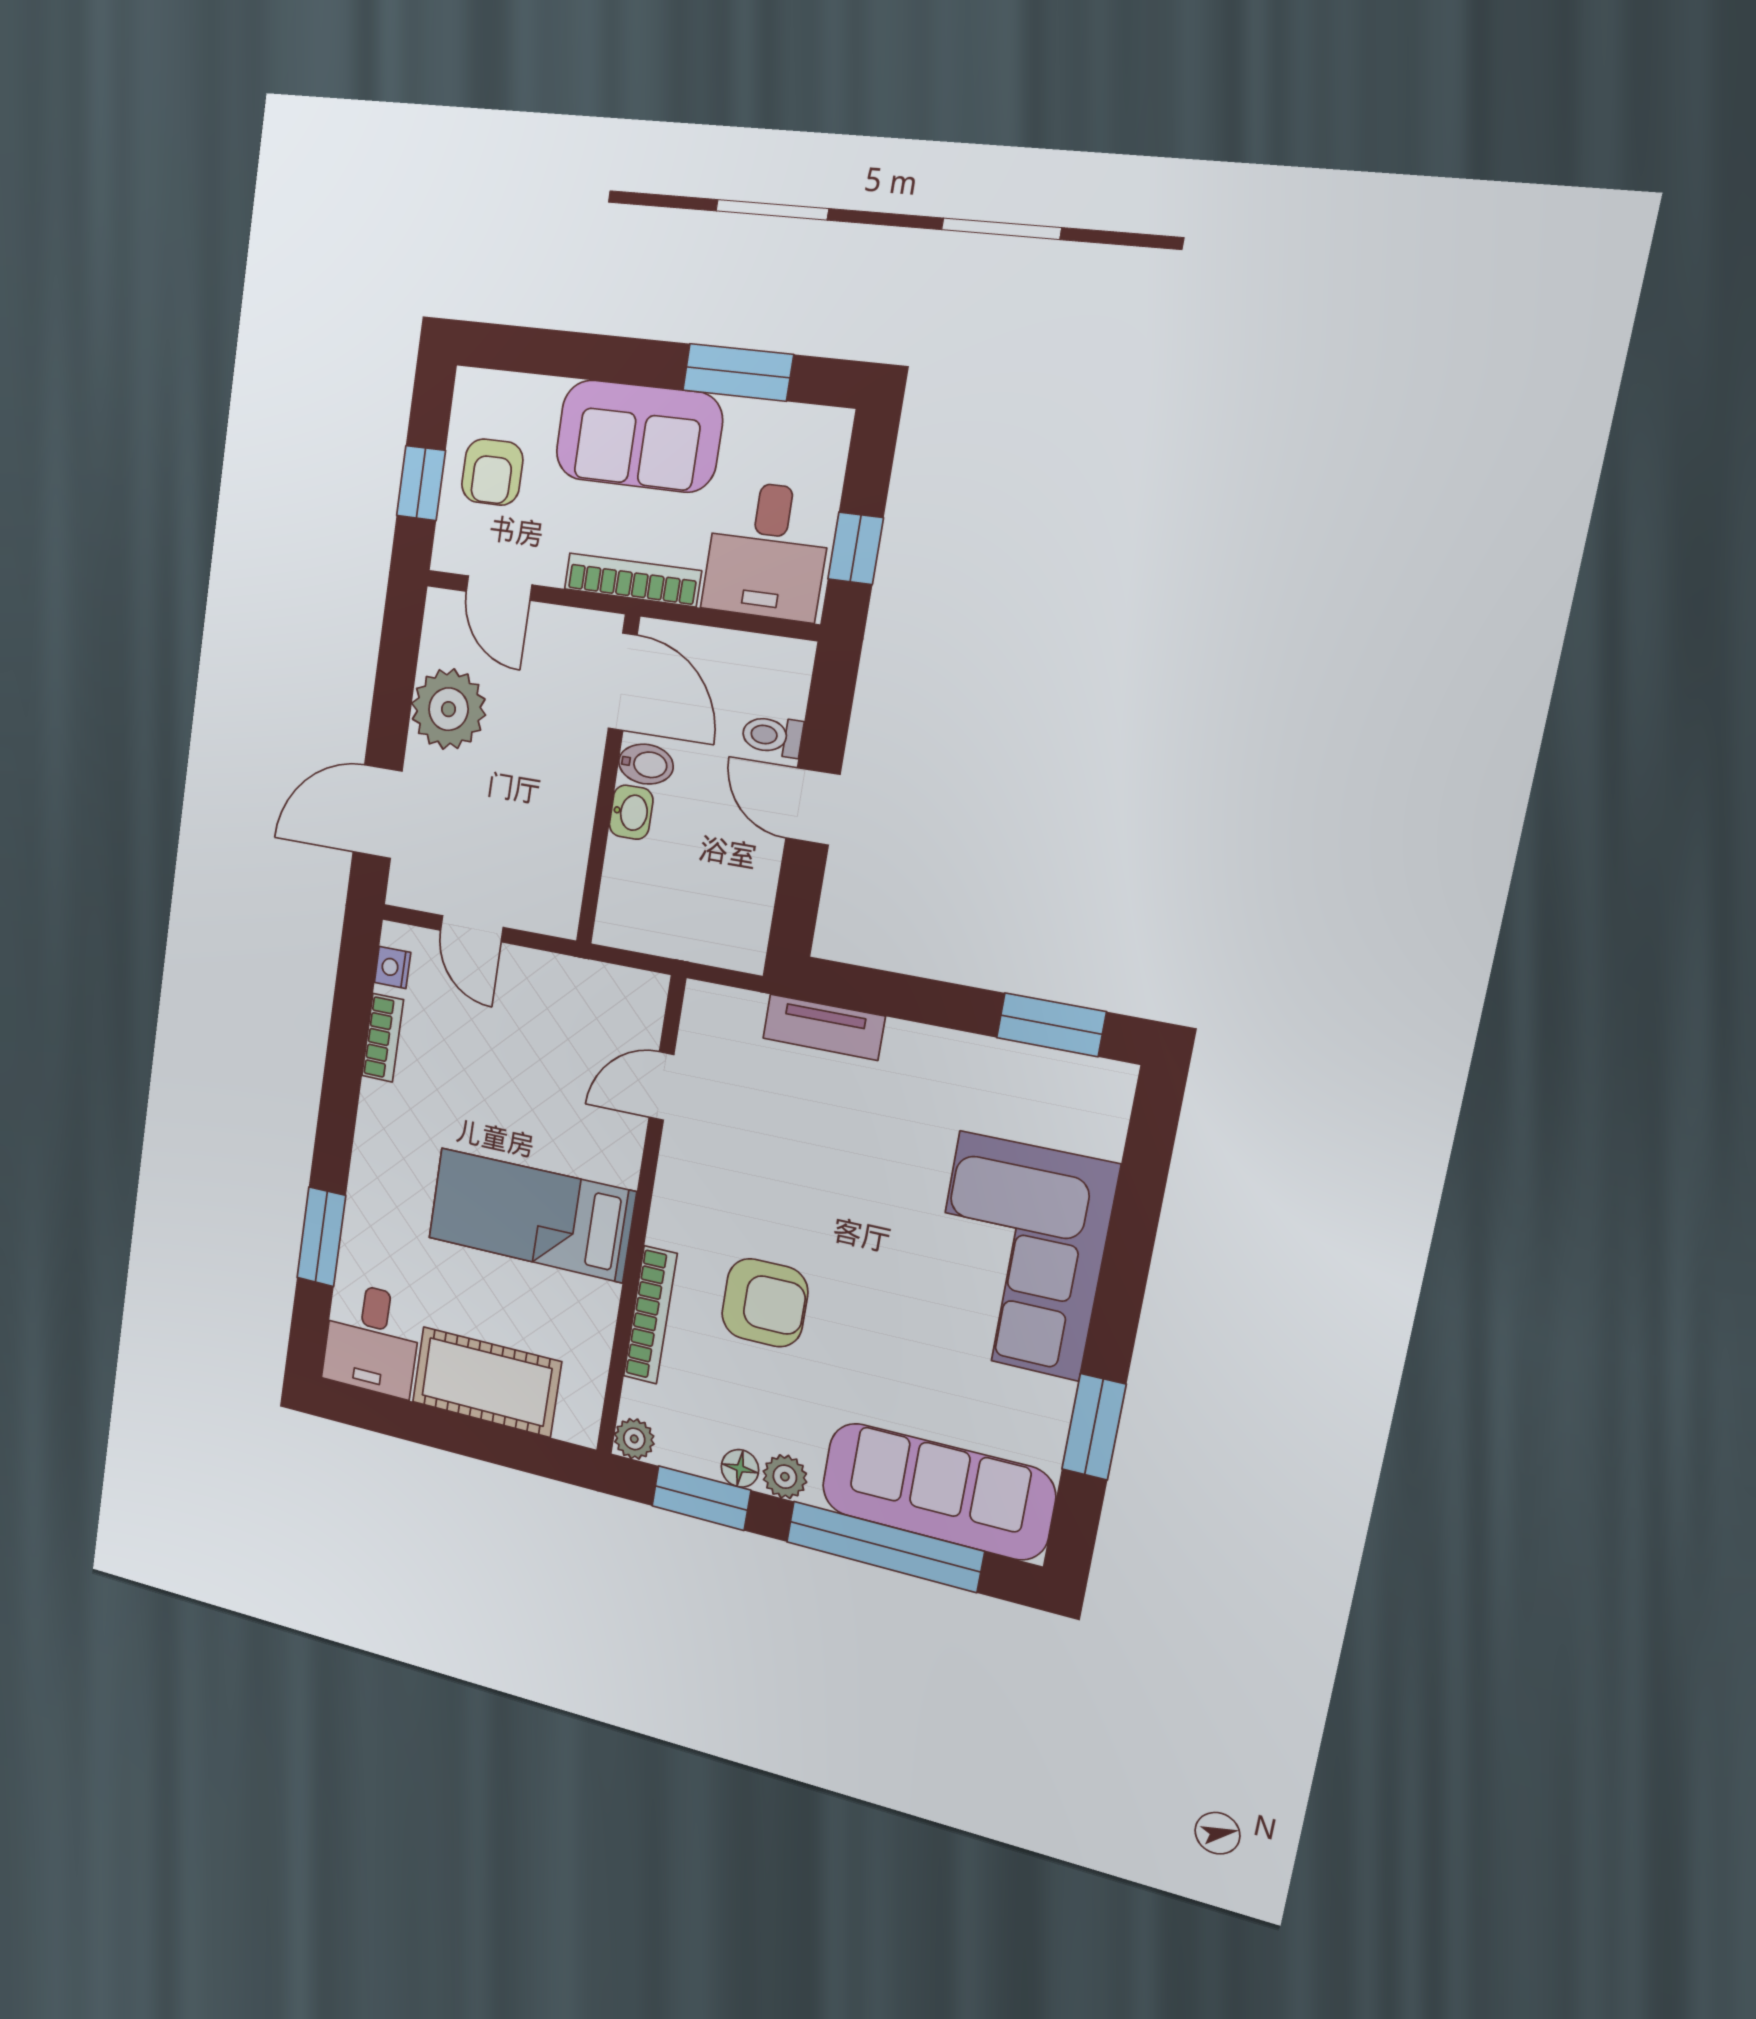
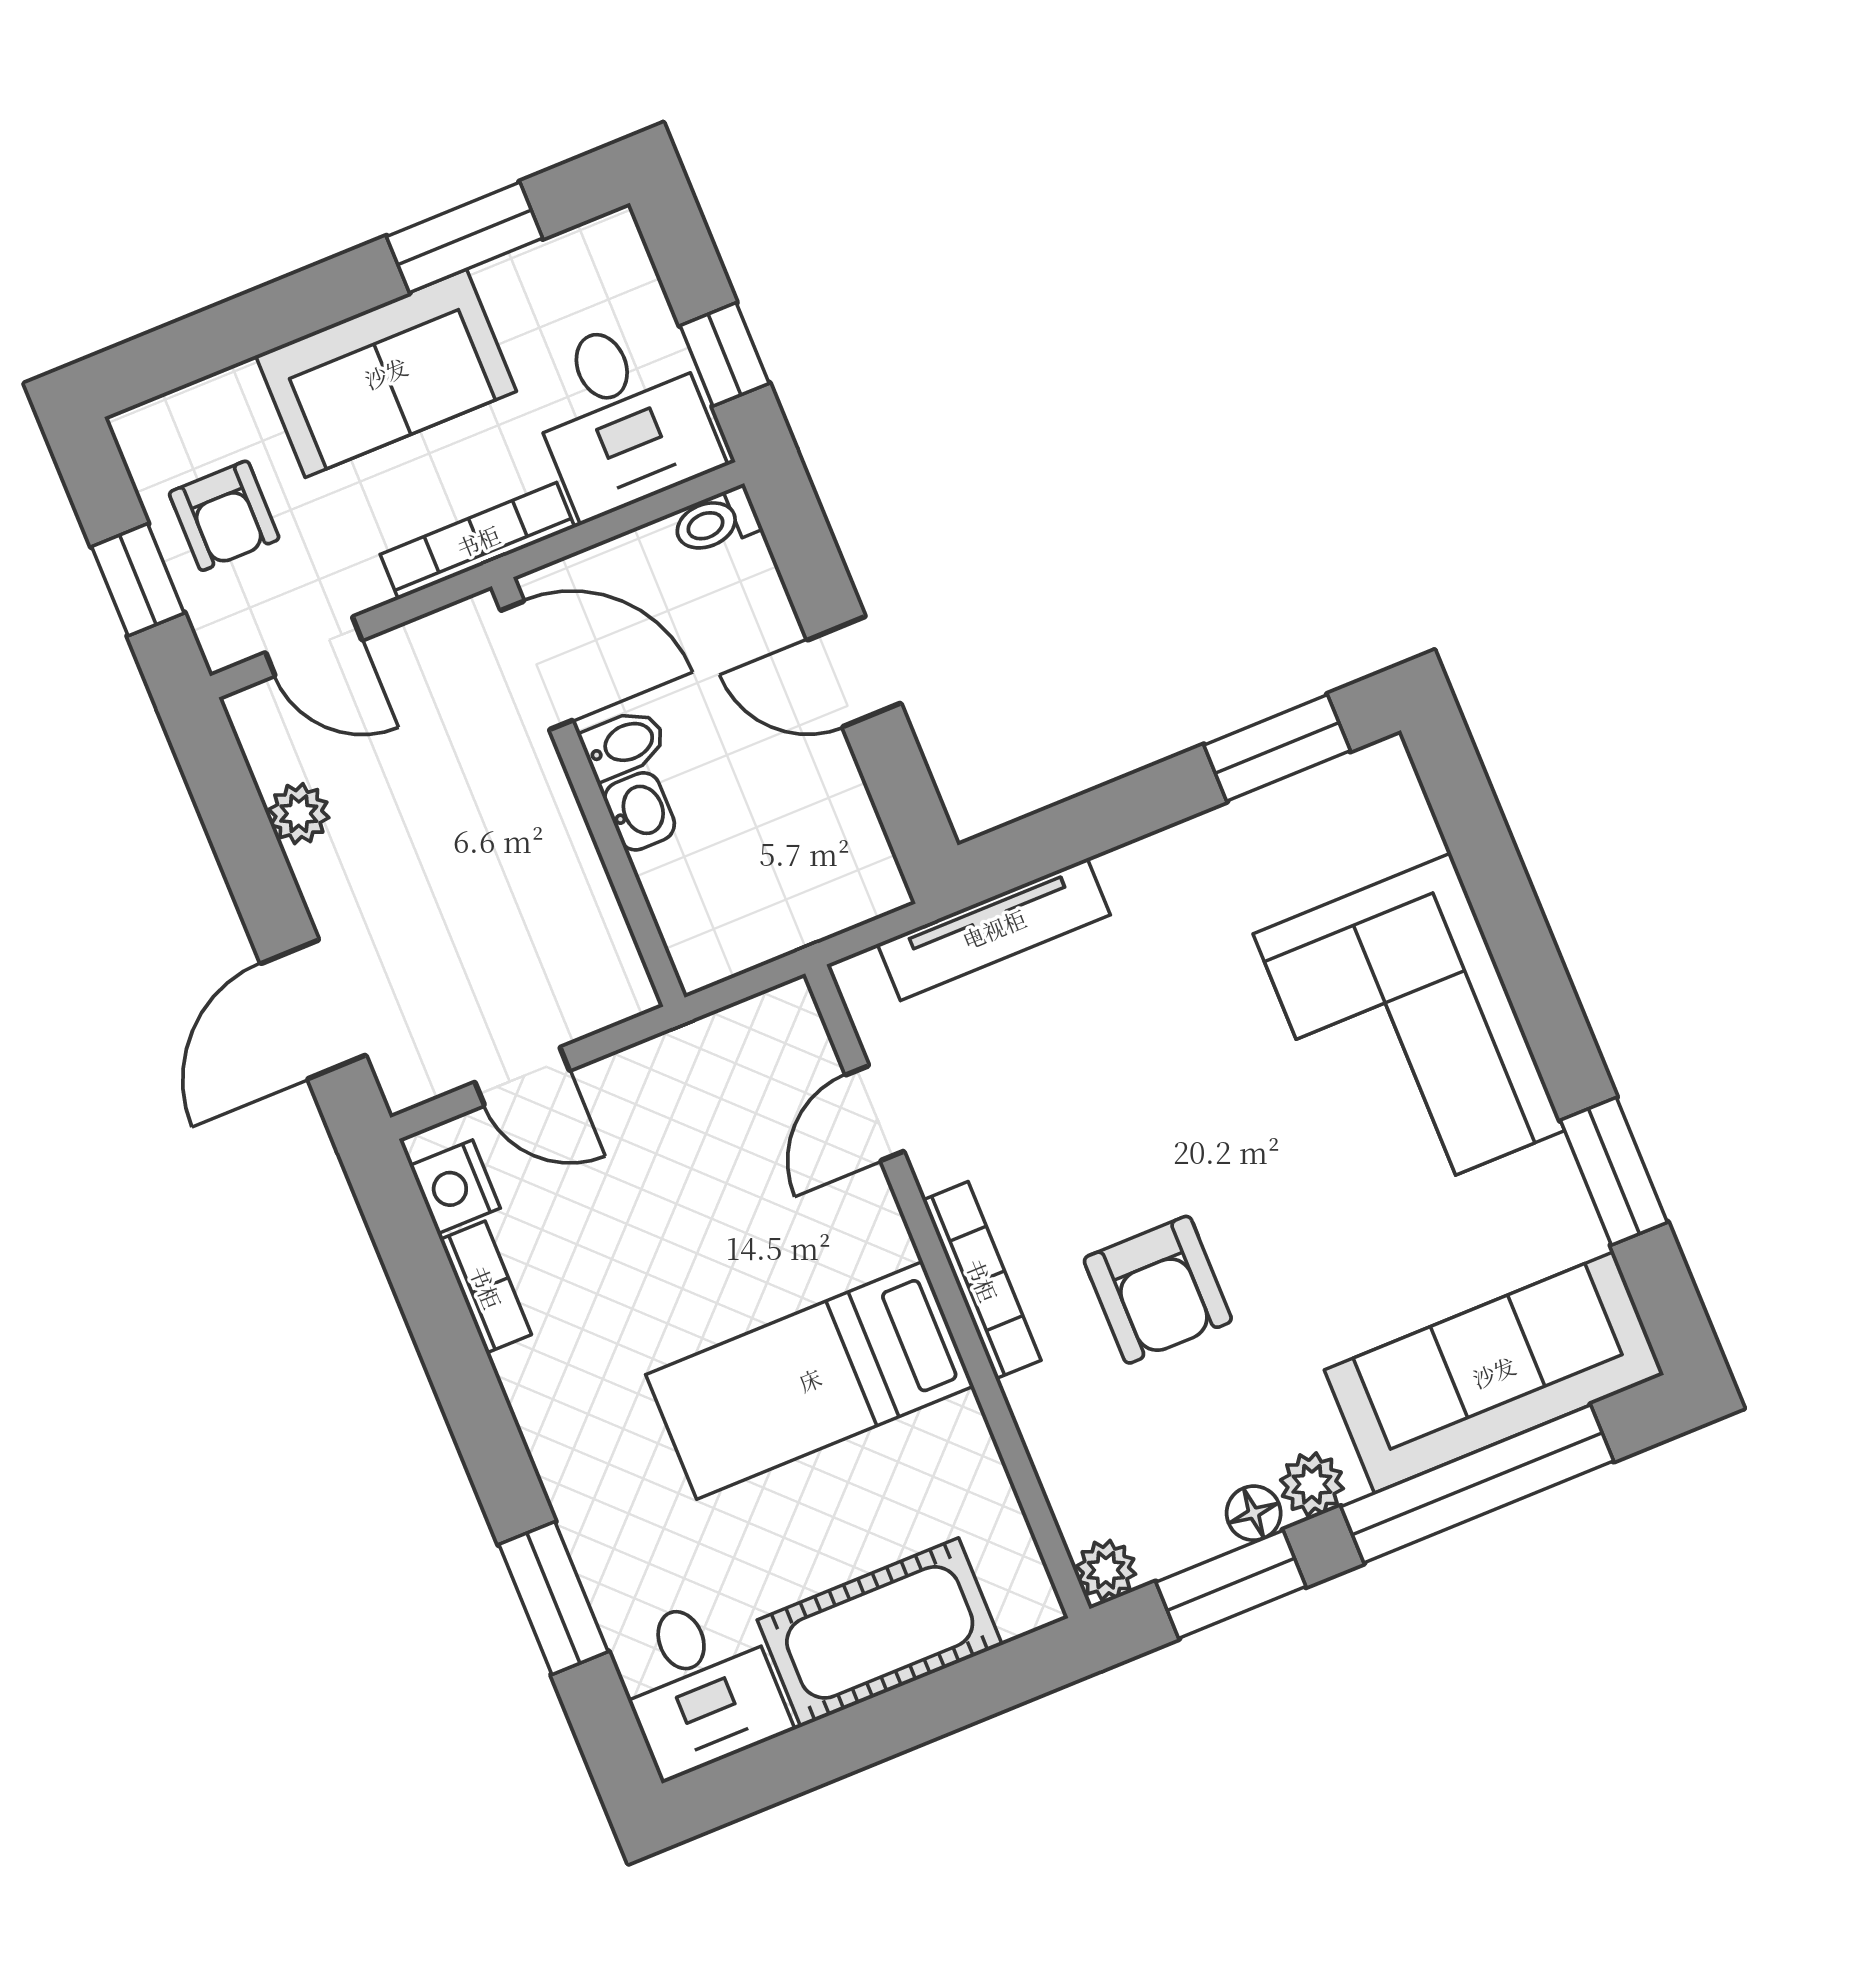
plant: (448, 709) -> (299, 814), width x0.53, depth x0.53
toilet: (772, 736) -> (716, 521), moved
nightstand: (393, 967) -> (455, 1187), width x1.39, depth x1.35
tv unit: (824, 1027) -> (994, 929), width x1.41
armchair: (765, 1303) -> (1158, 1290), turned 90
bookcase: (650, 1315) -> (982, 1280), moved

